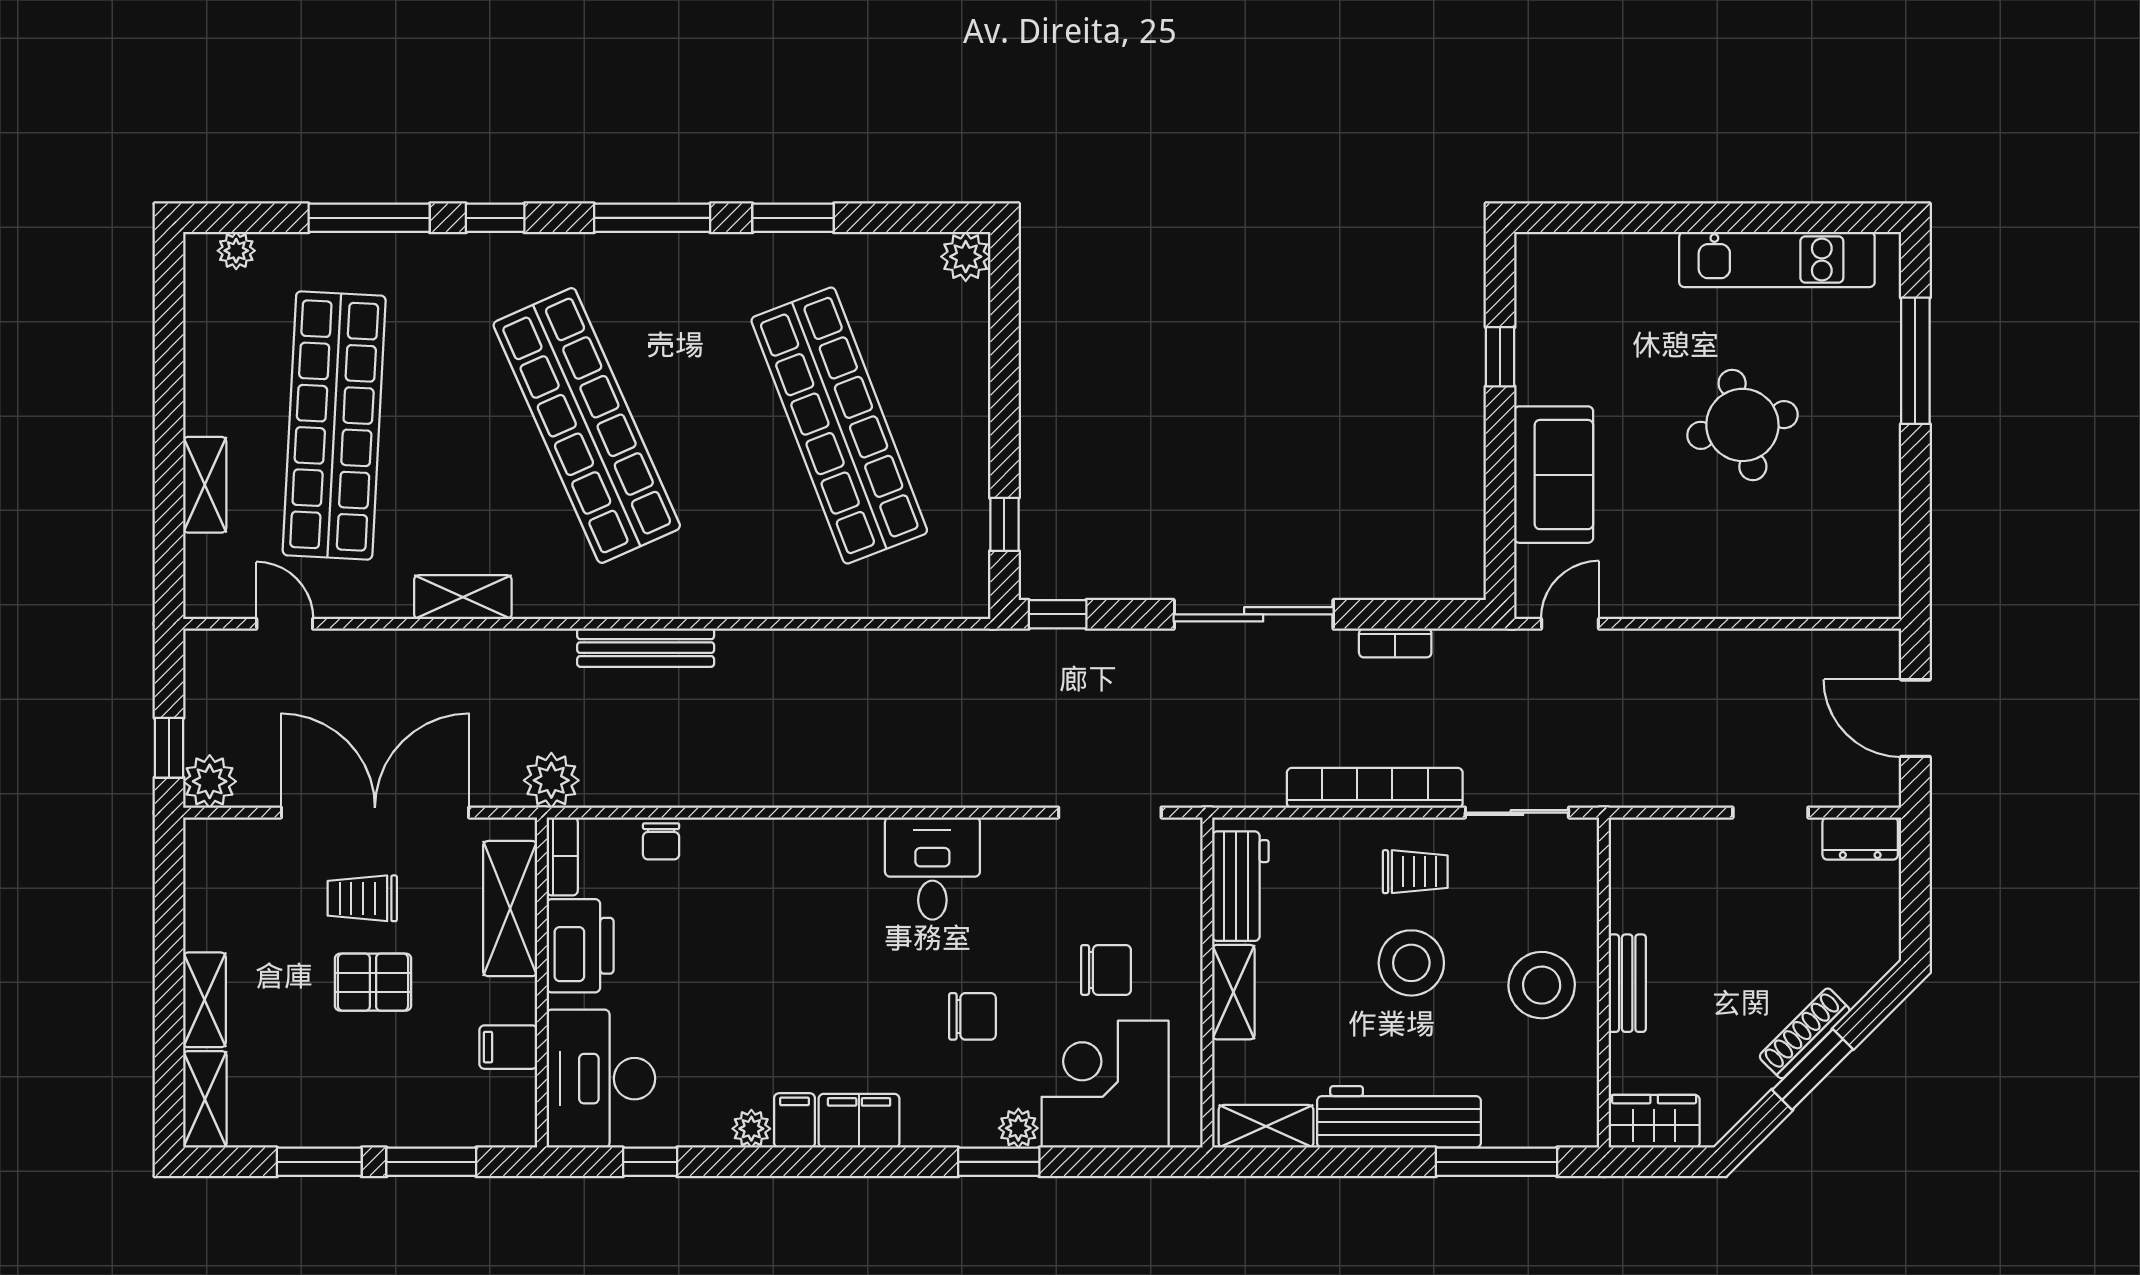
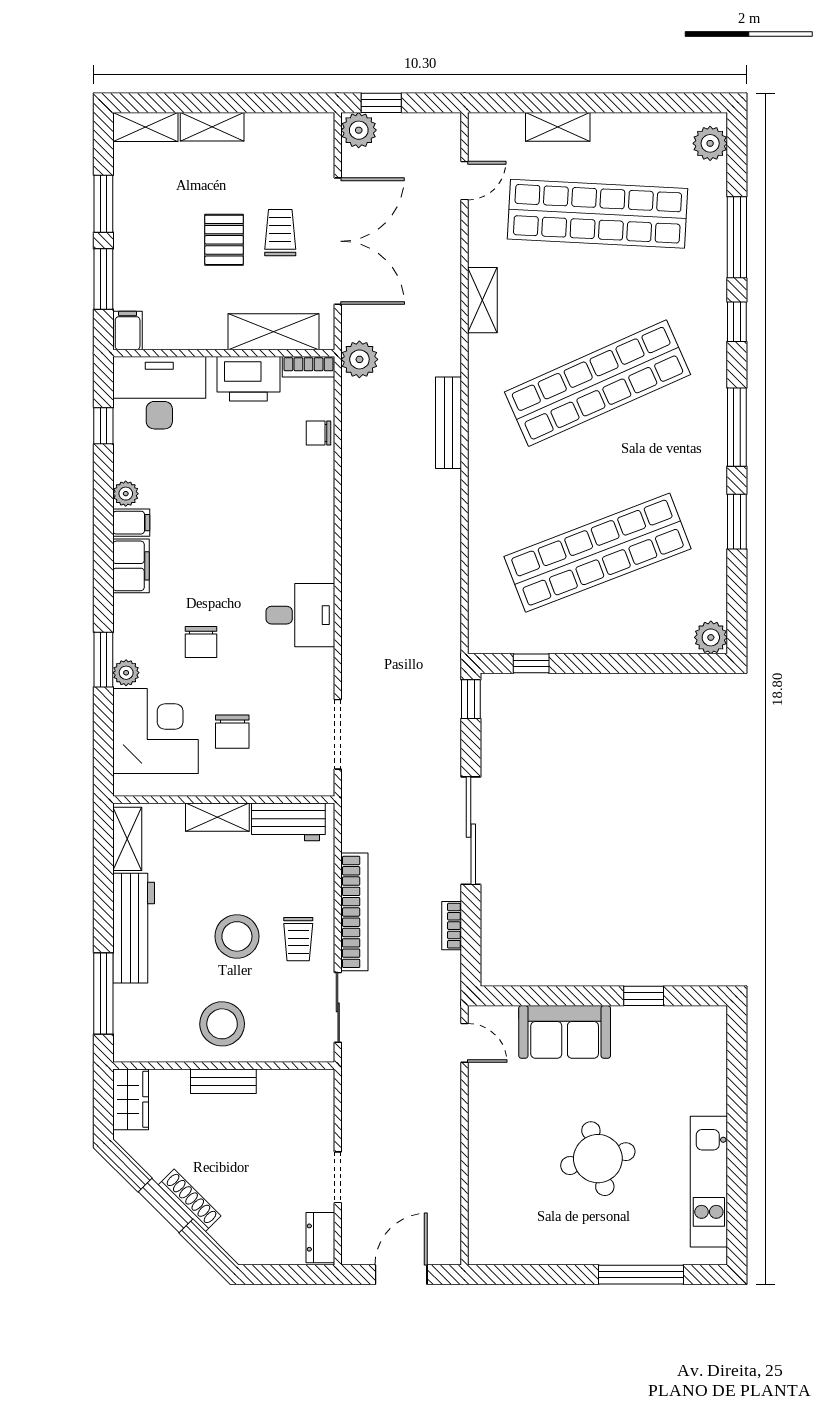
plant: (236, 251) -> (710, 143), width x1.38, depth x1.38
filing cabinet: (508, 1047) -> (128, 331), moved

